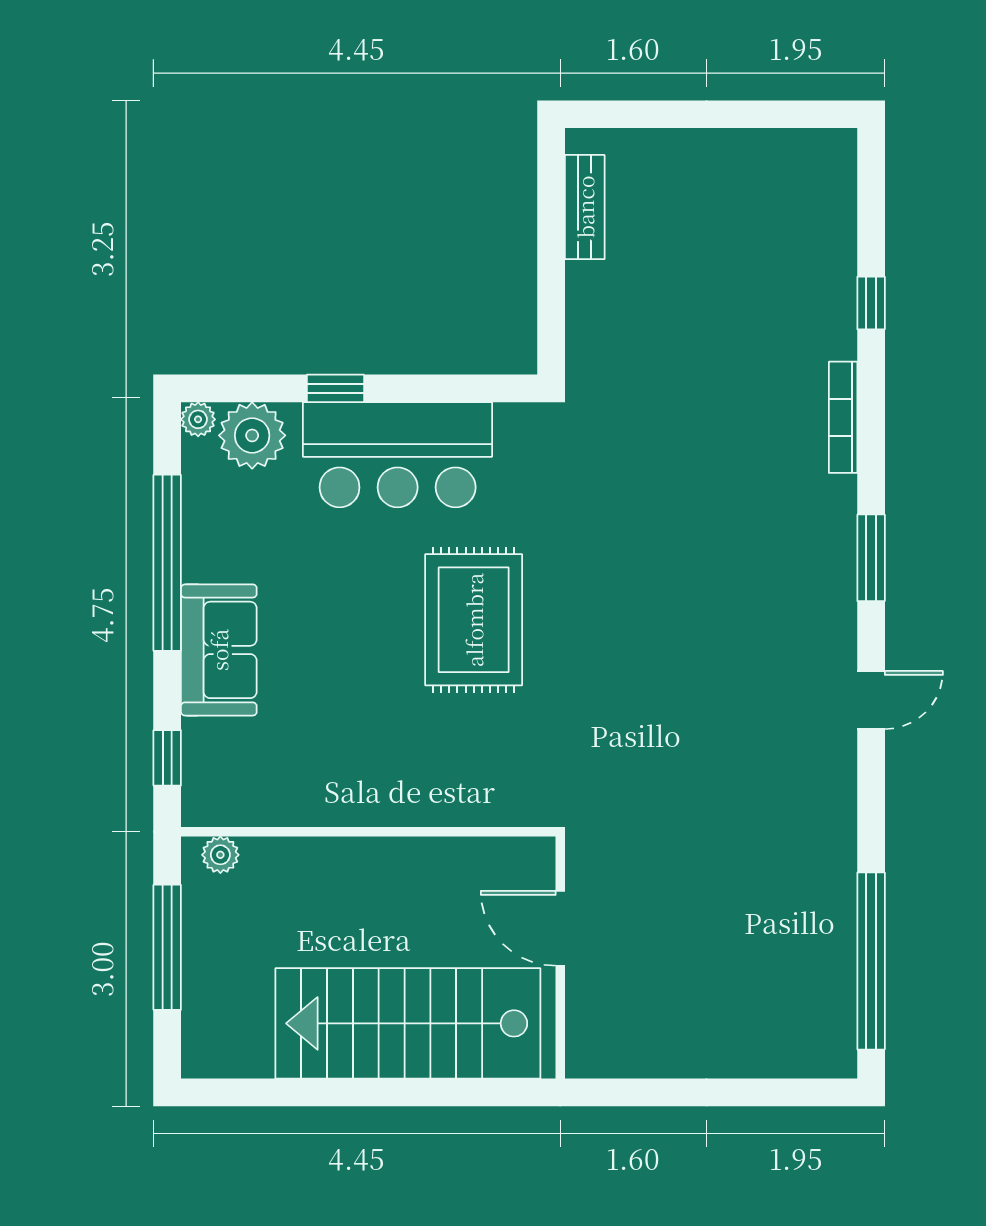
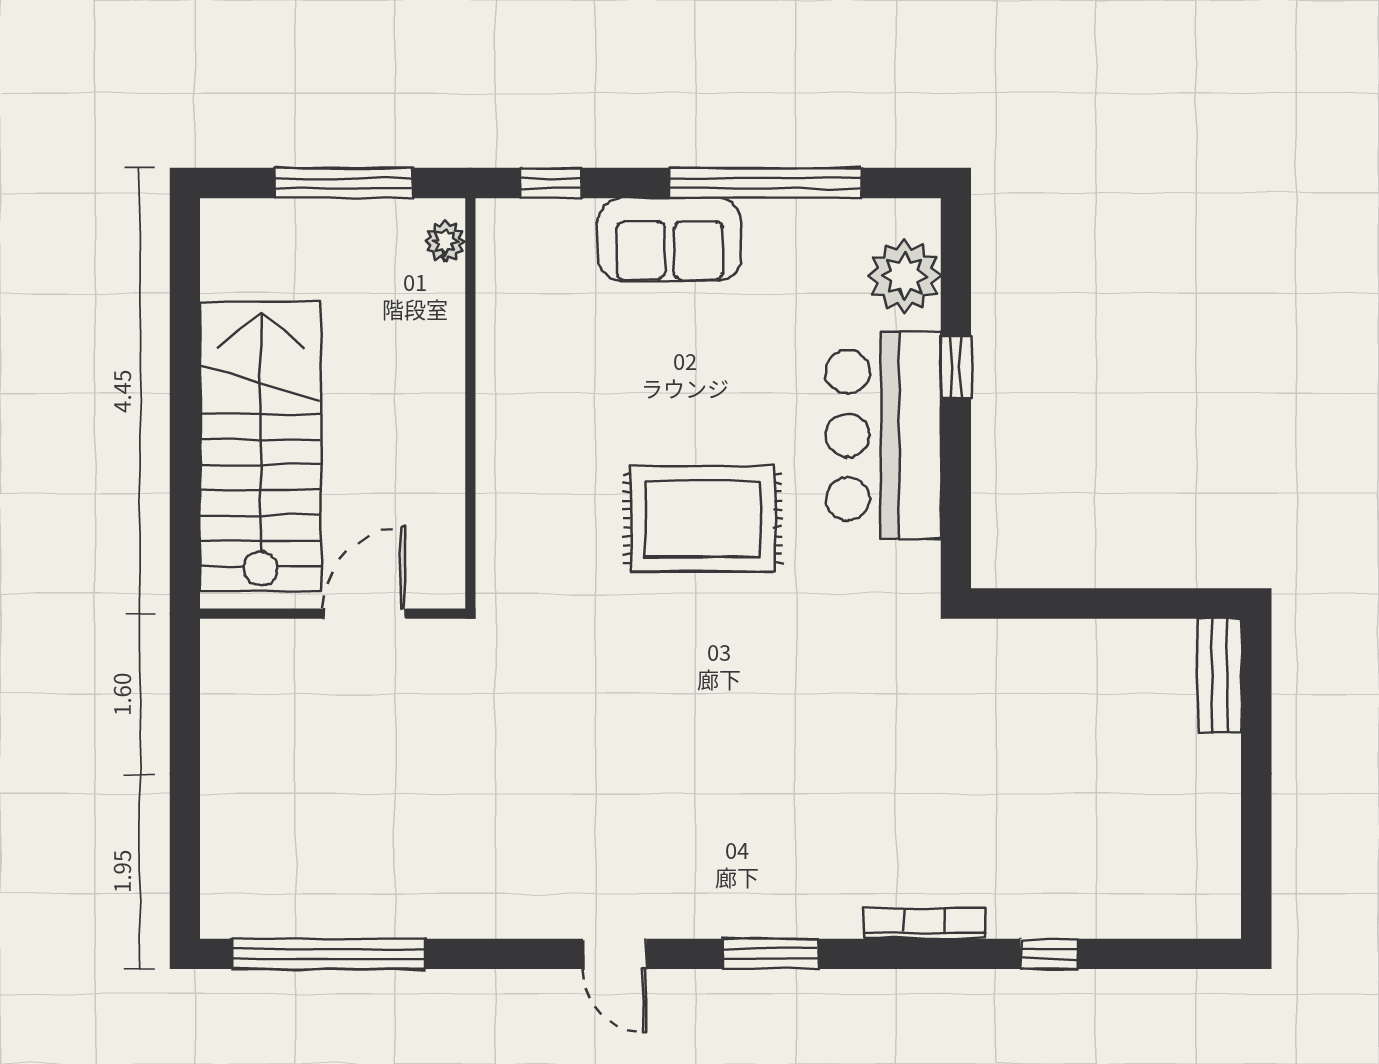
bench: (585, 207) -> (1219, 676), moved, turned 90
plant: (198, 419) -> (922, 217), removed

